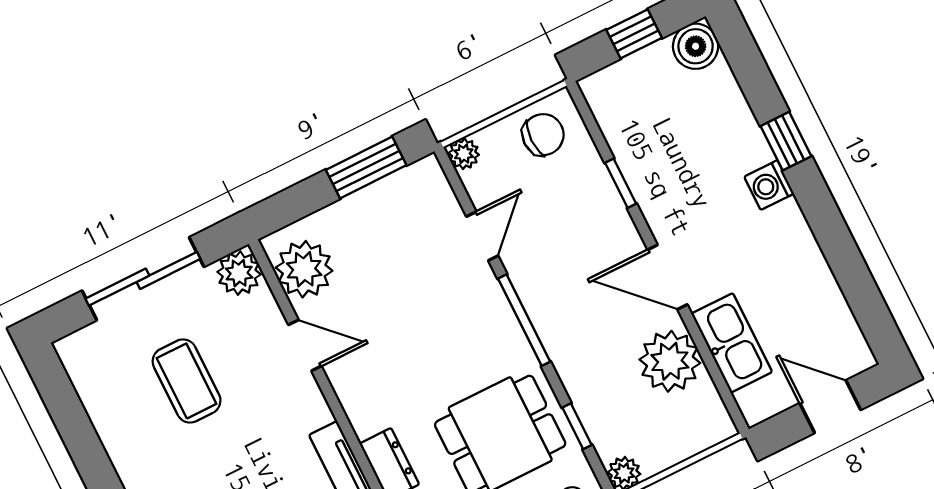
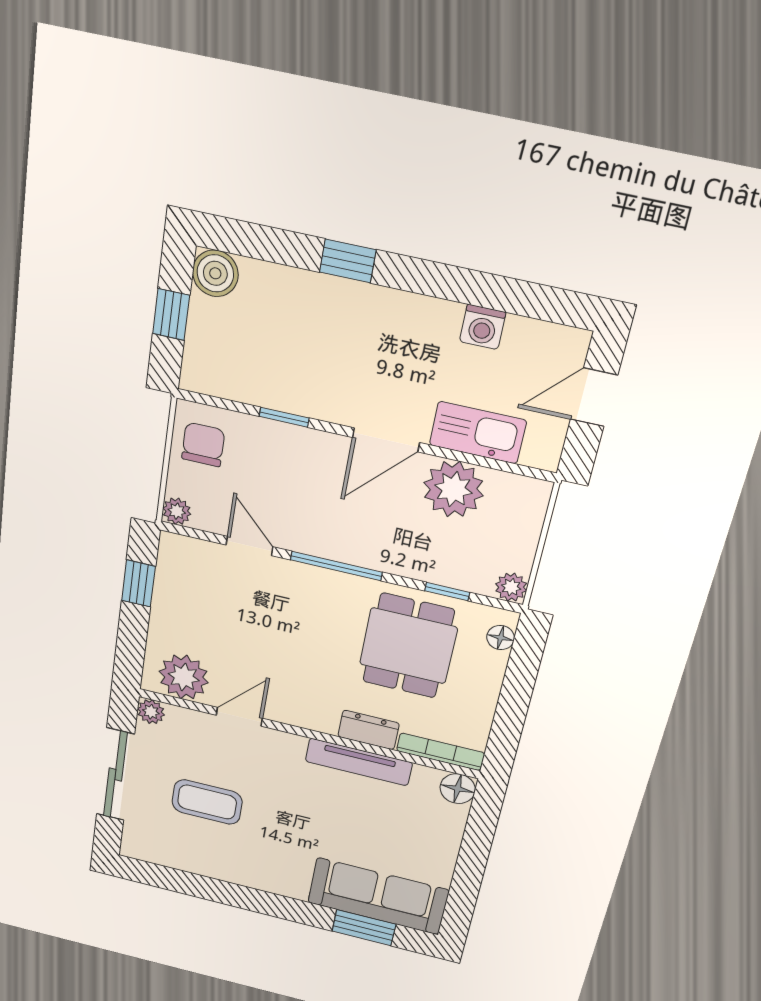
window: (366, 167) -> (139, 583), width x0.67
washing machine: (769, 185) -> (483, 327), moved
plant: (239, 273) -> (151, 712), width x0.73, depth x0.73

